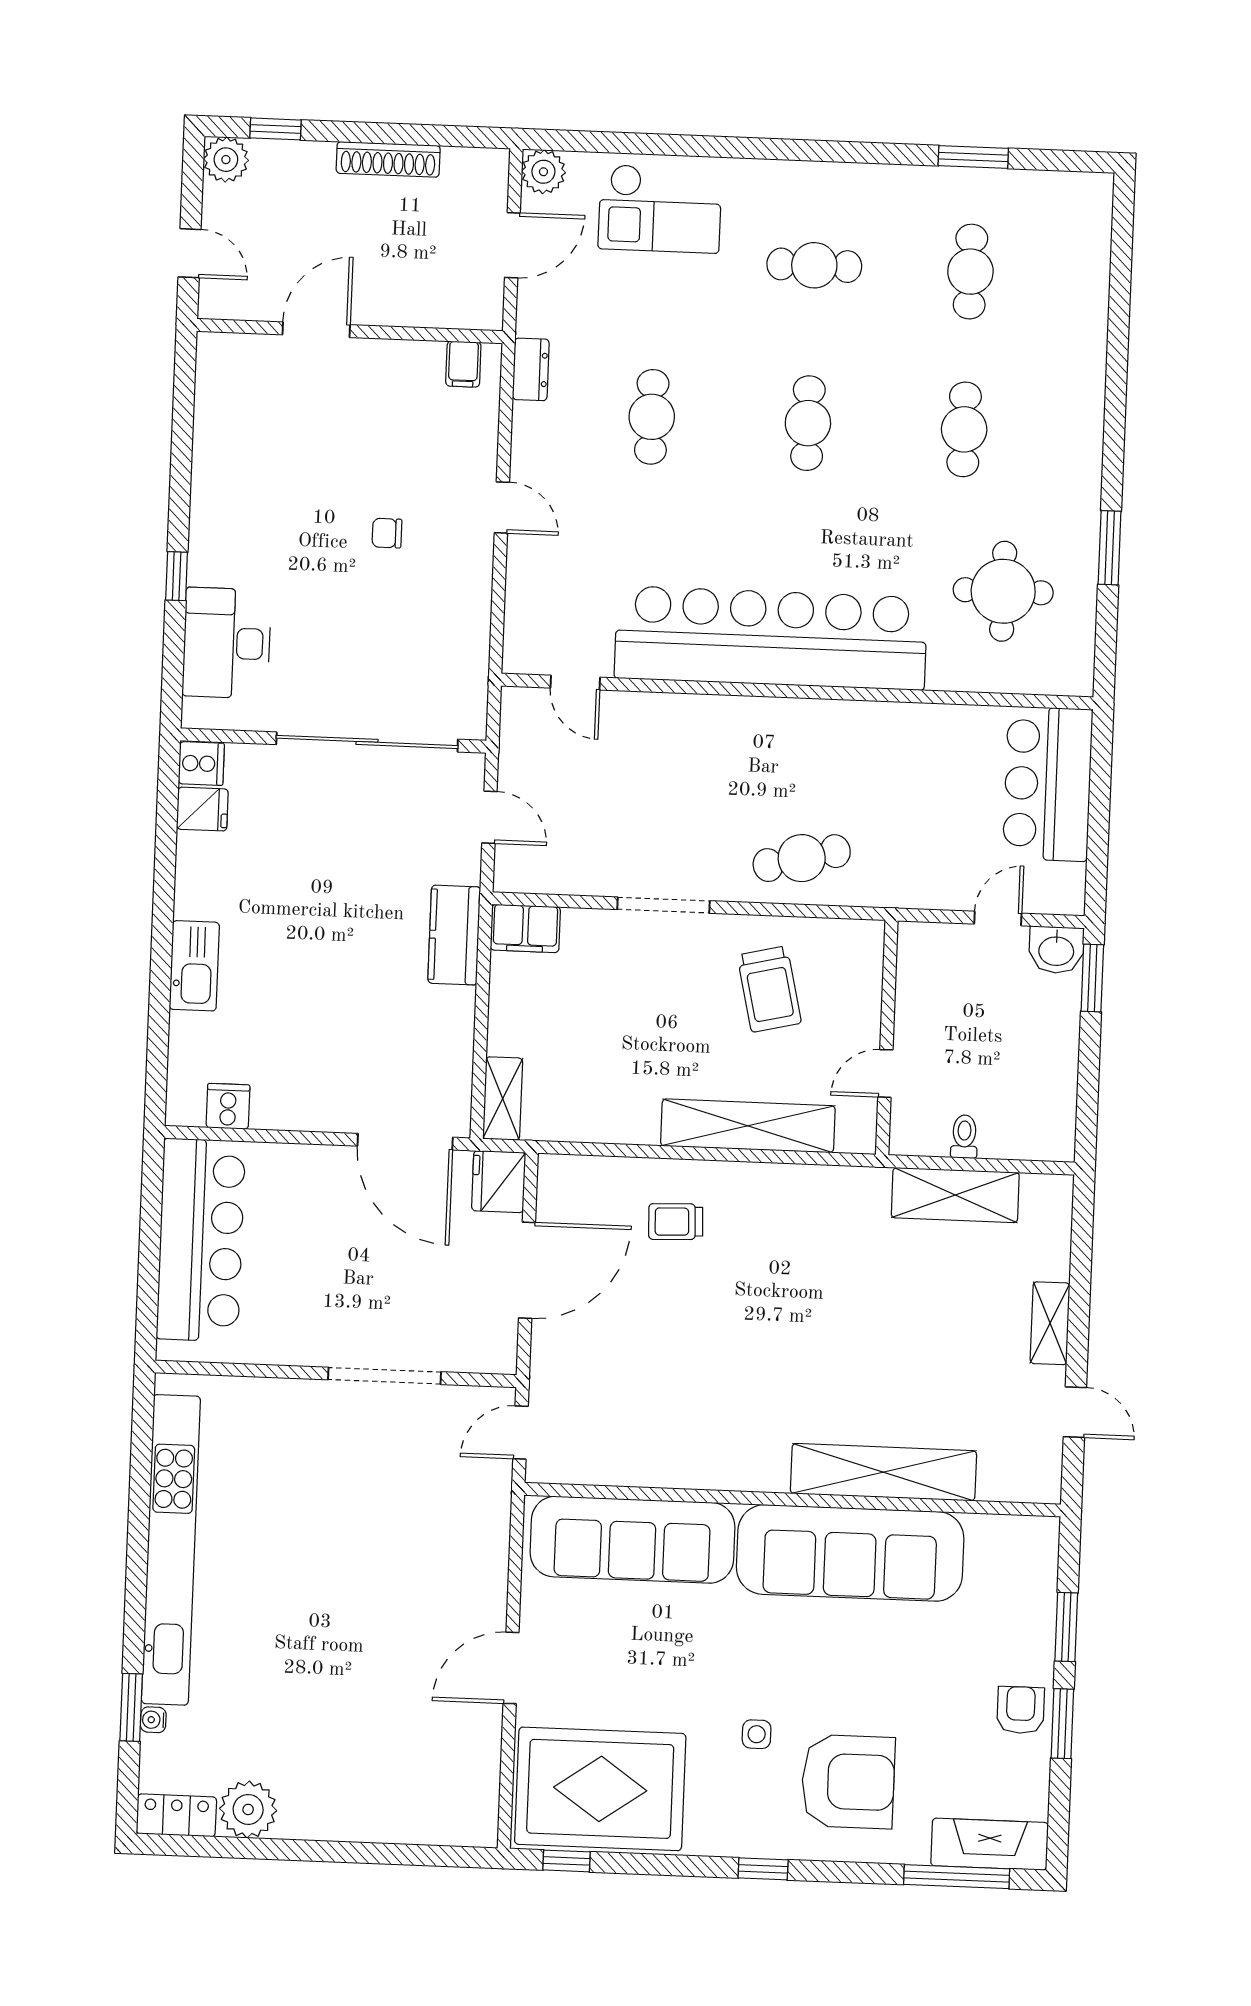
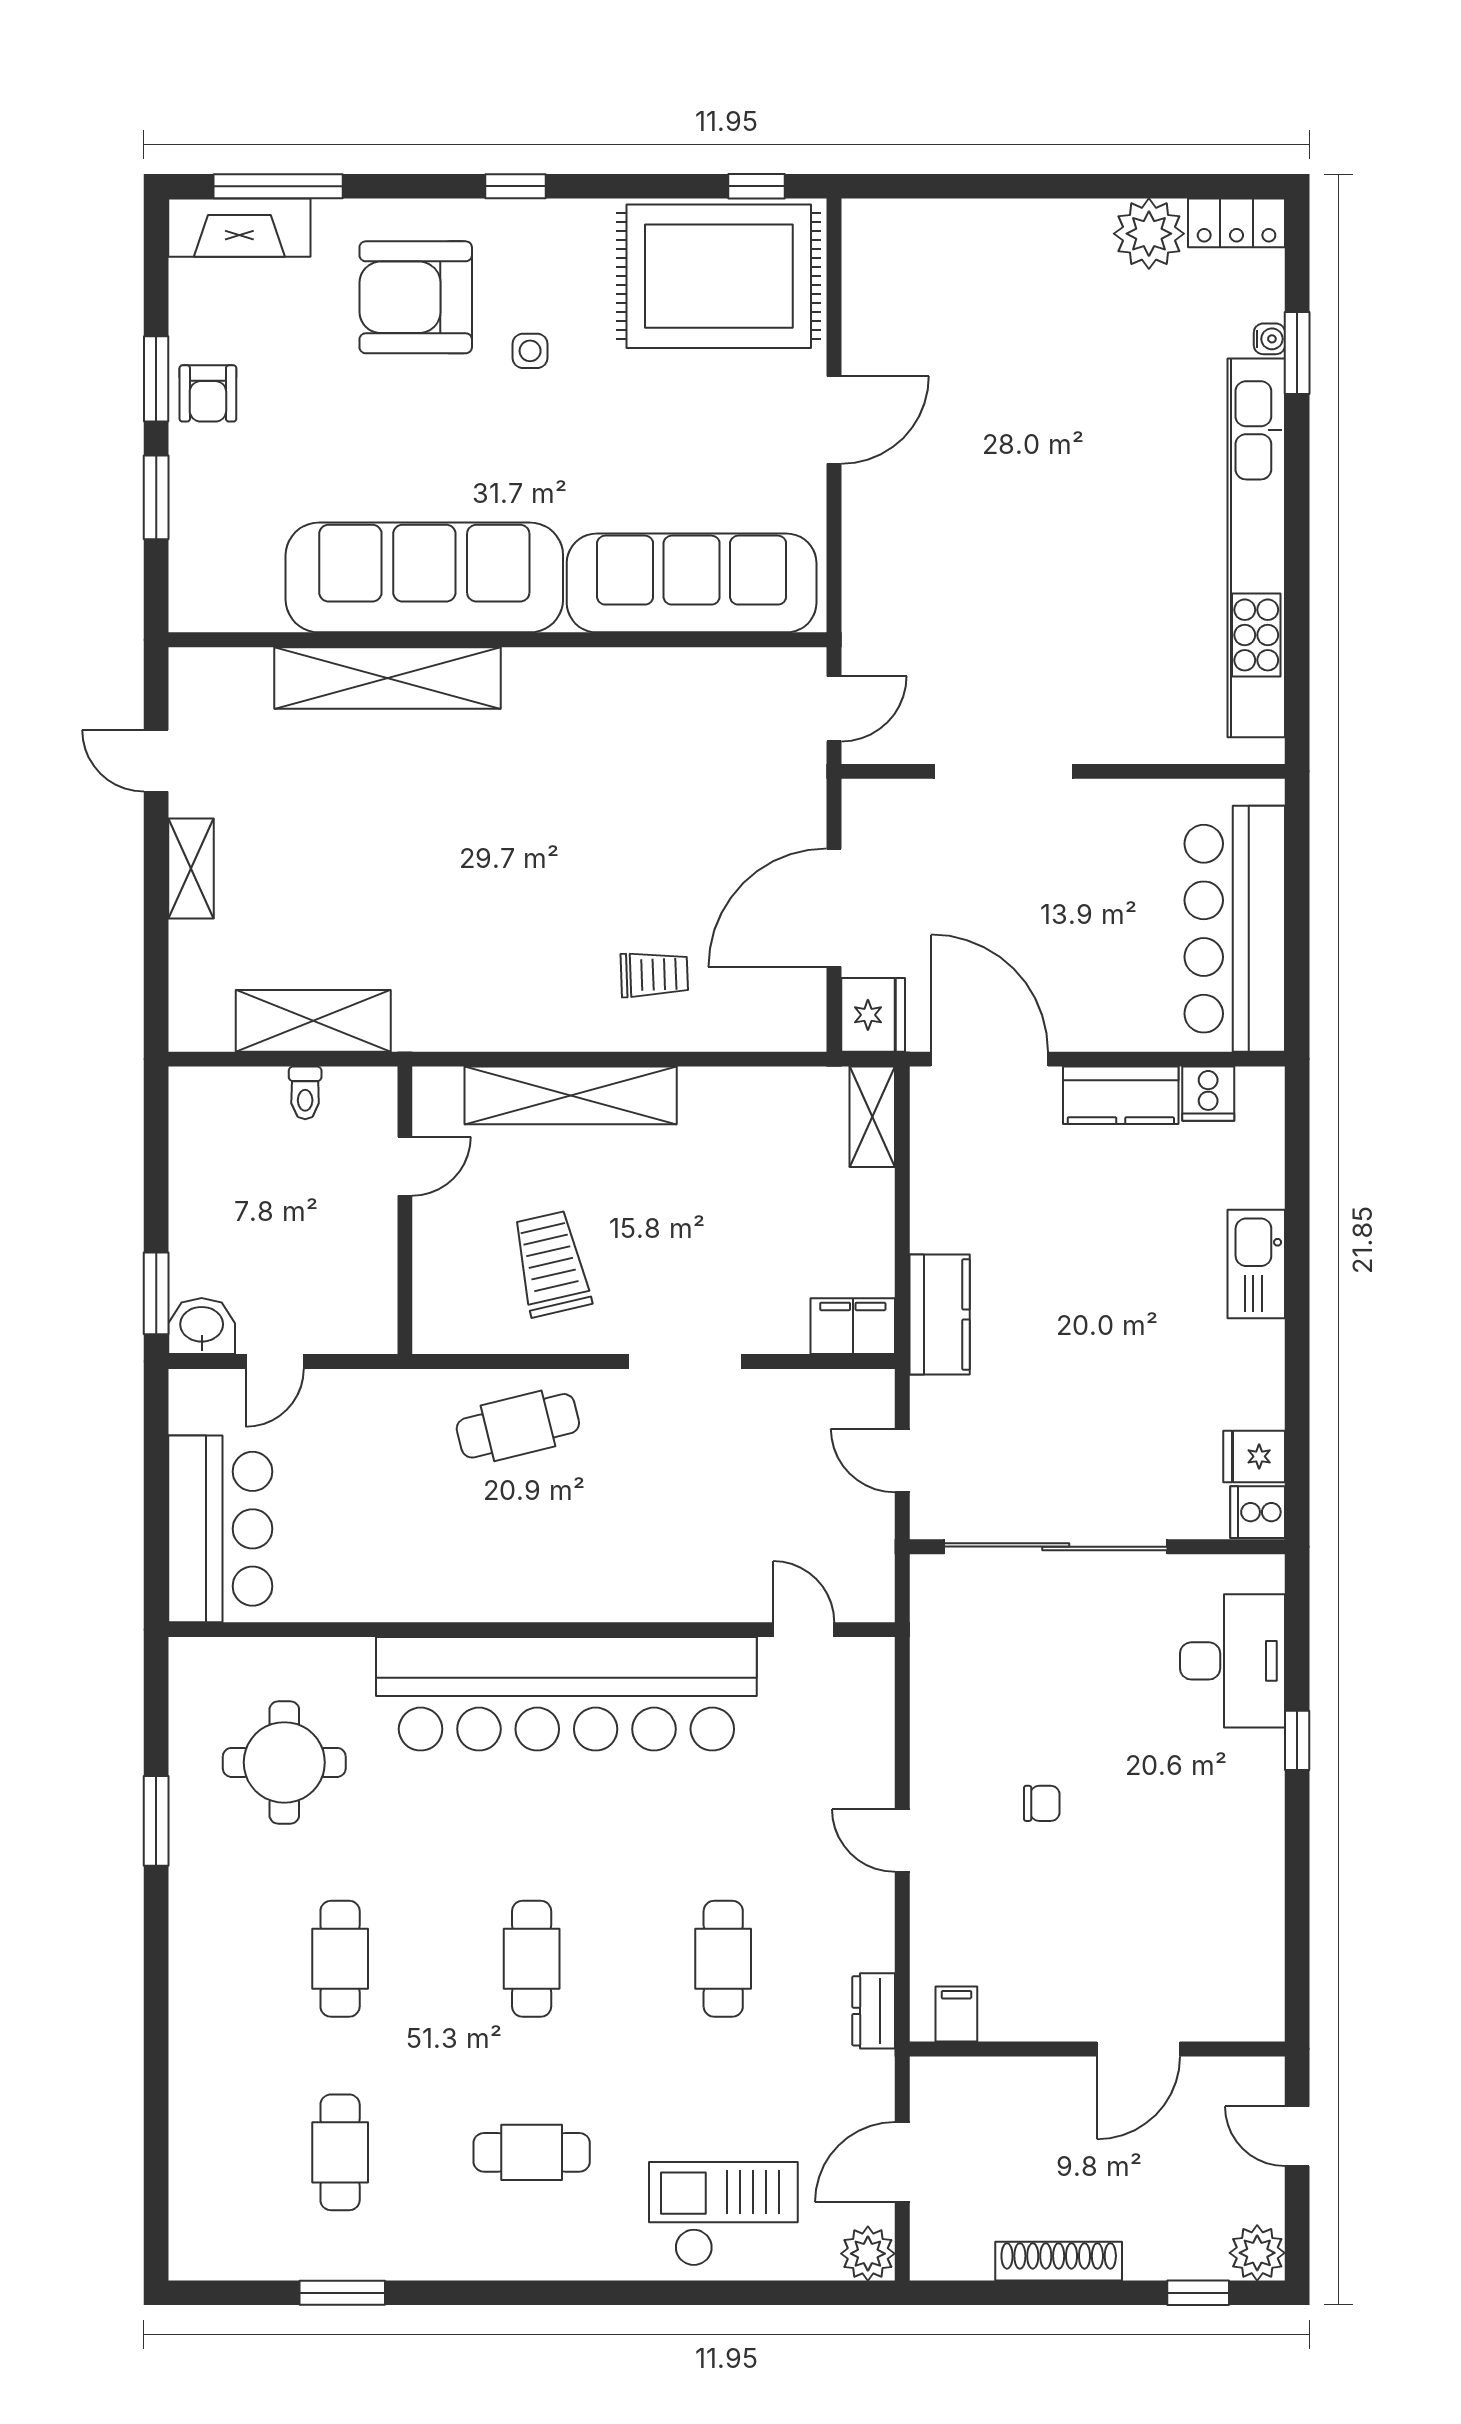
kitchen counter: (299, 1108) -> (1121, 1095), added

